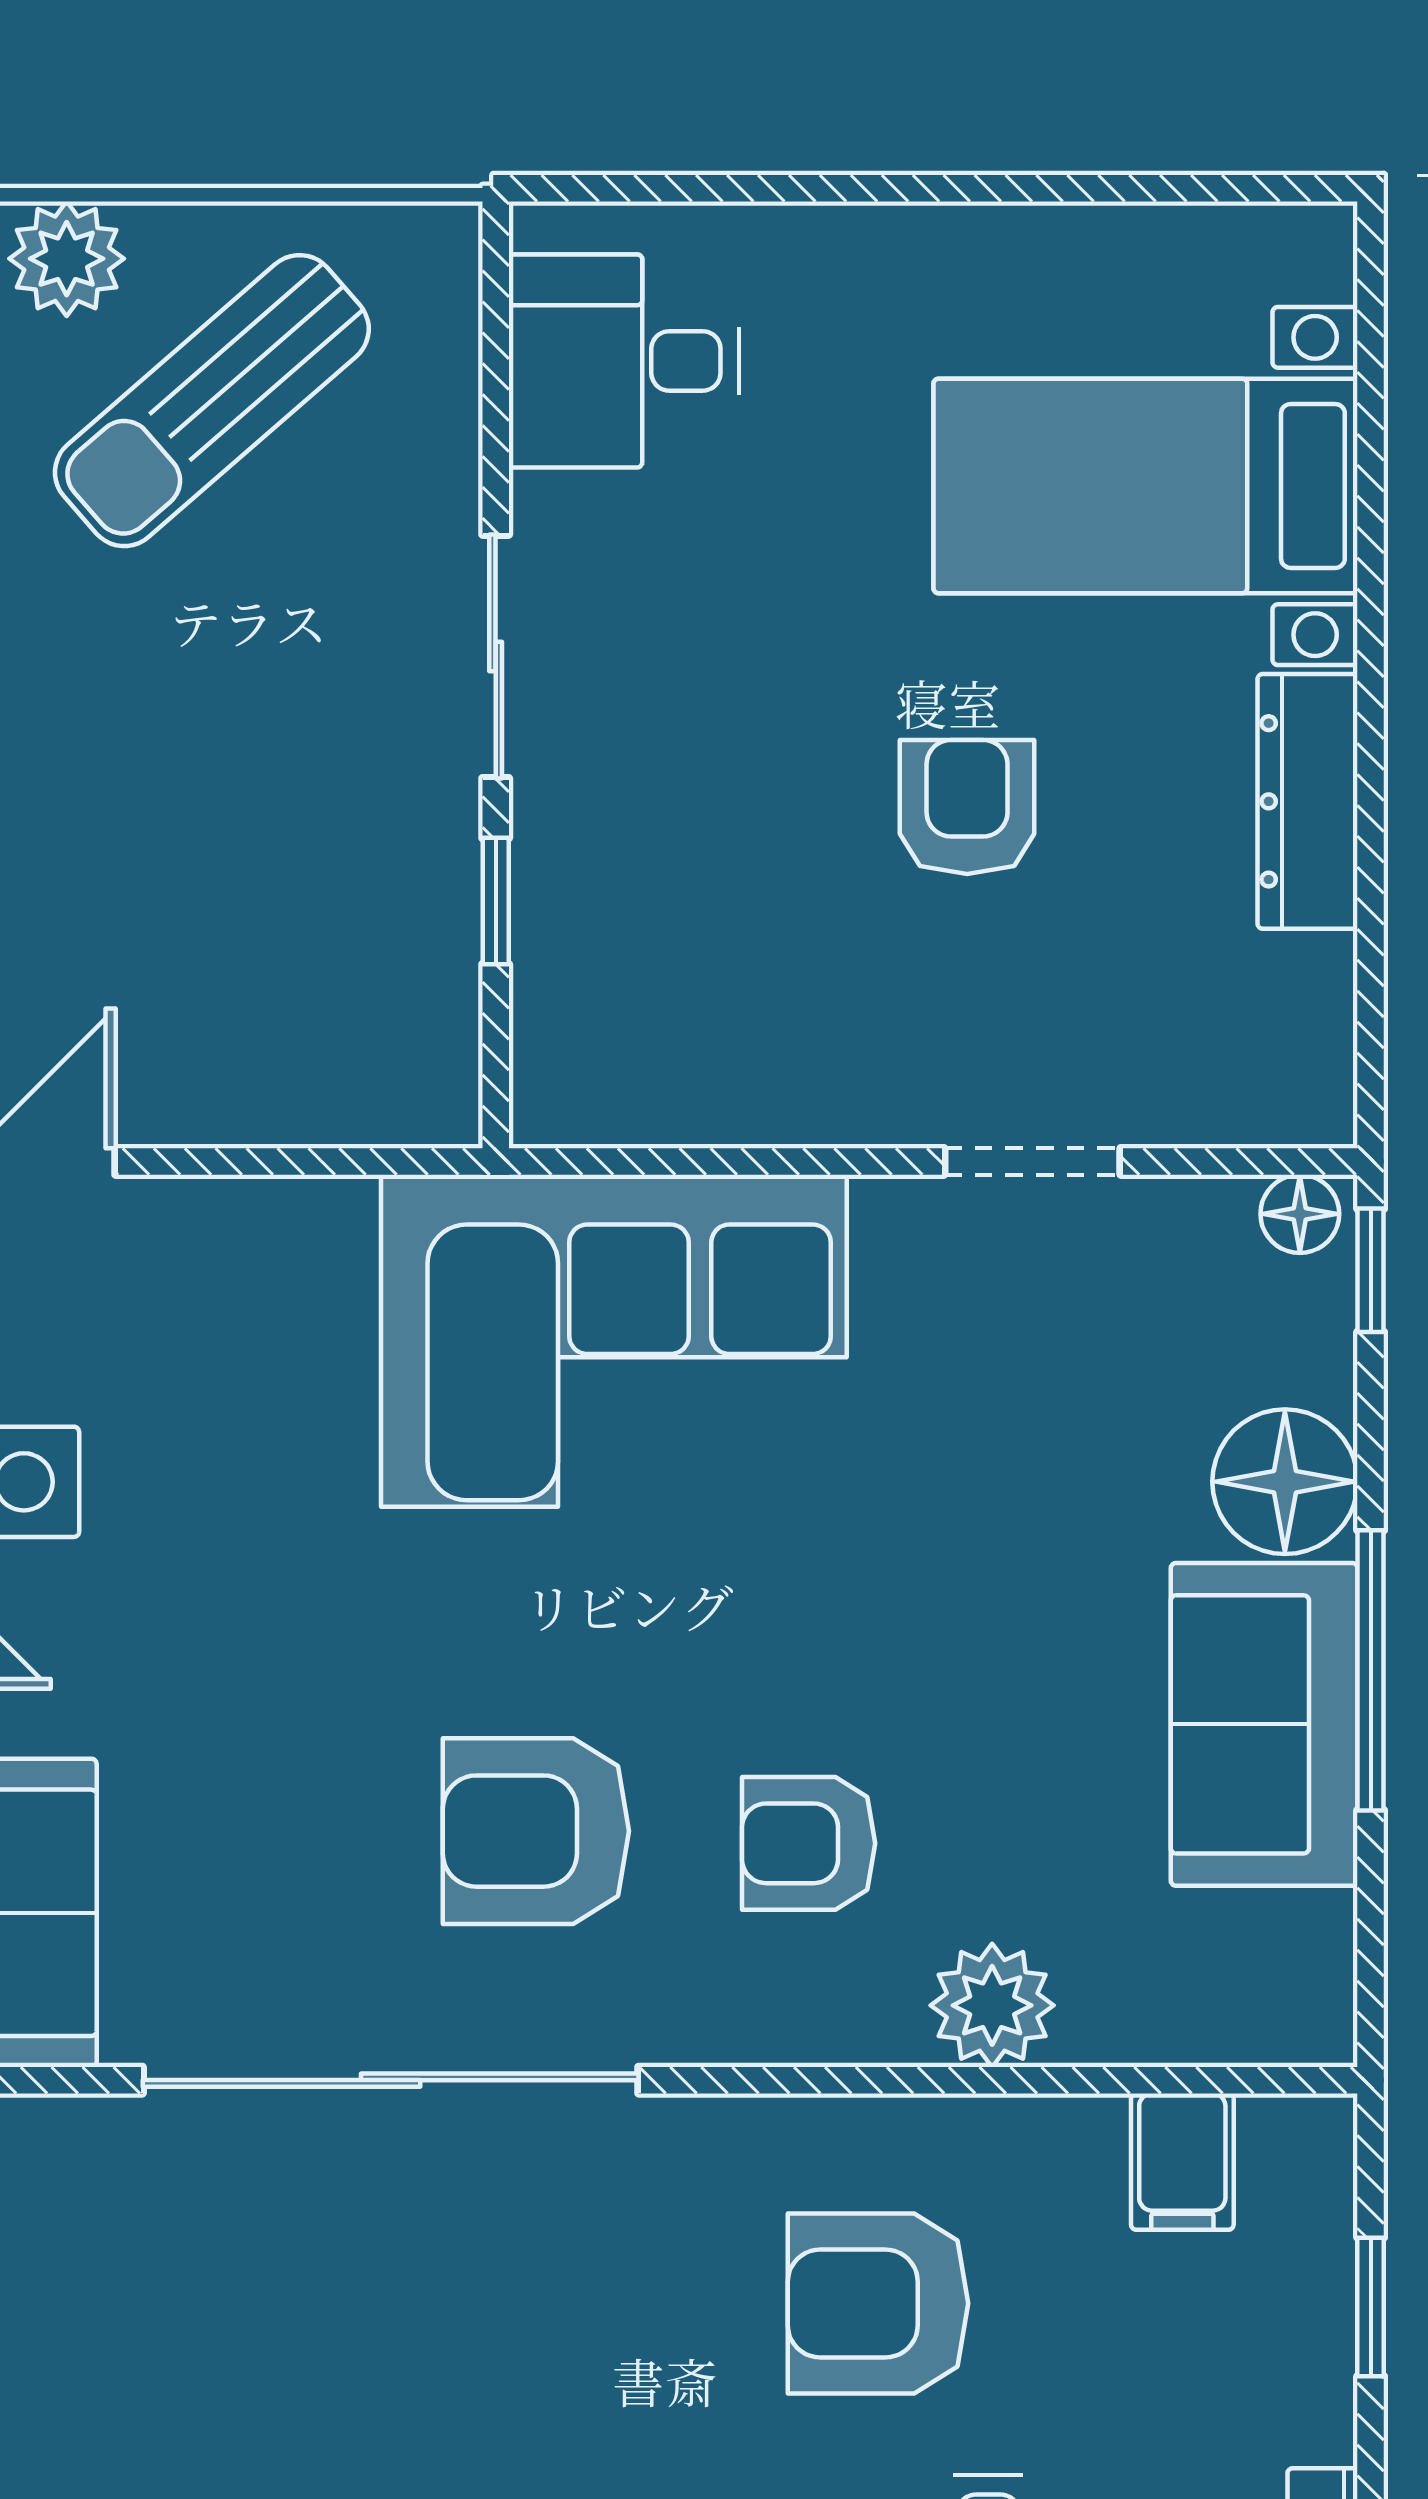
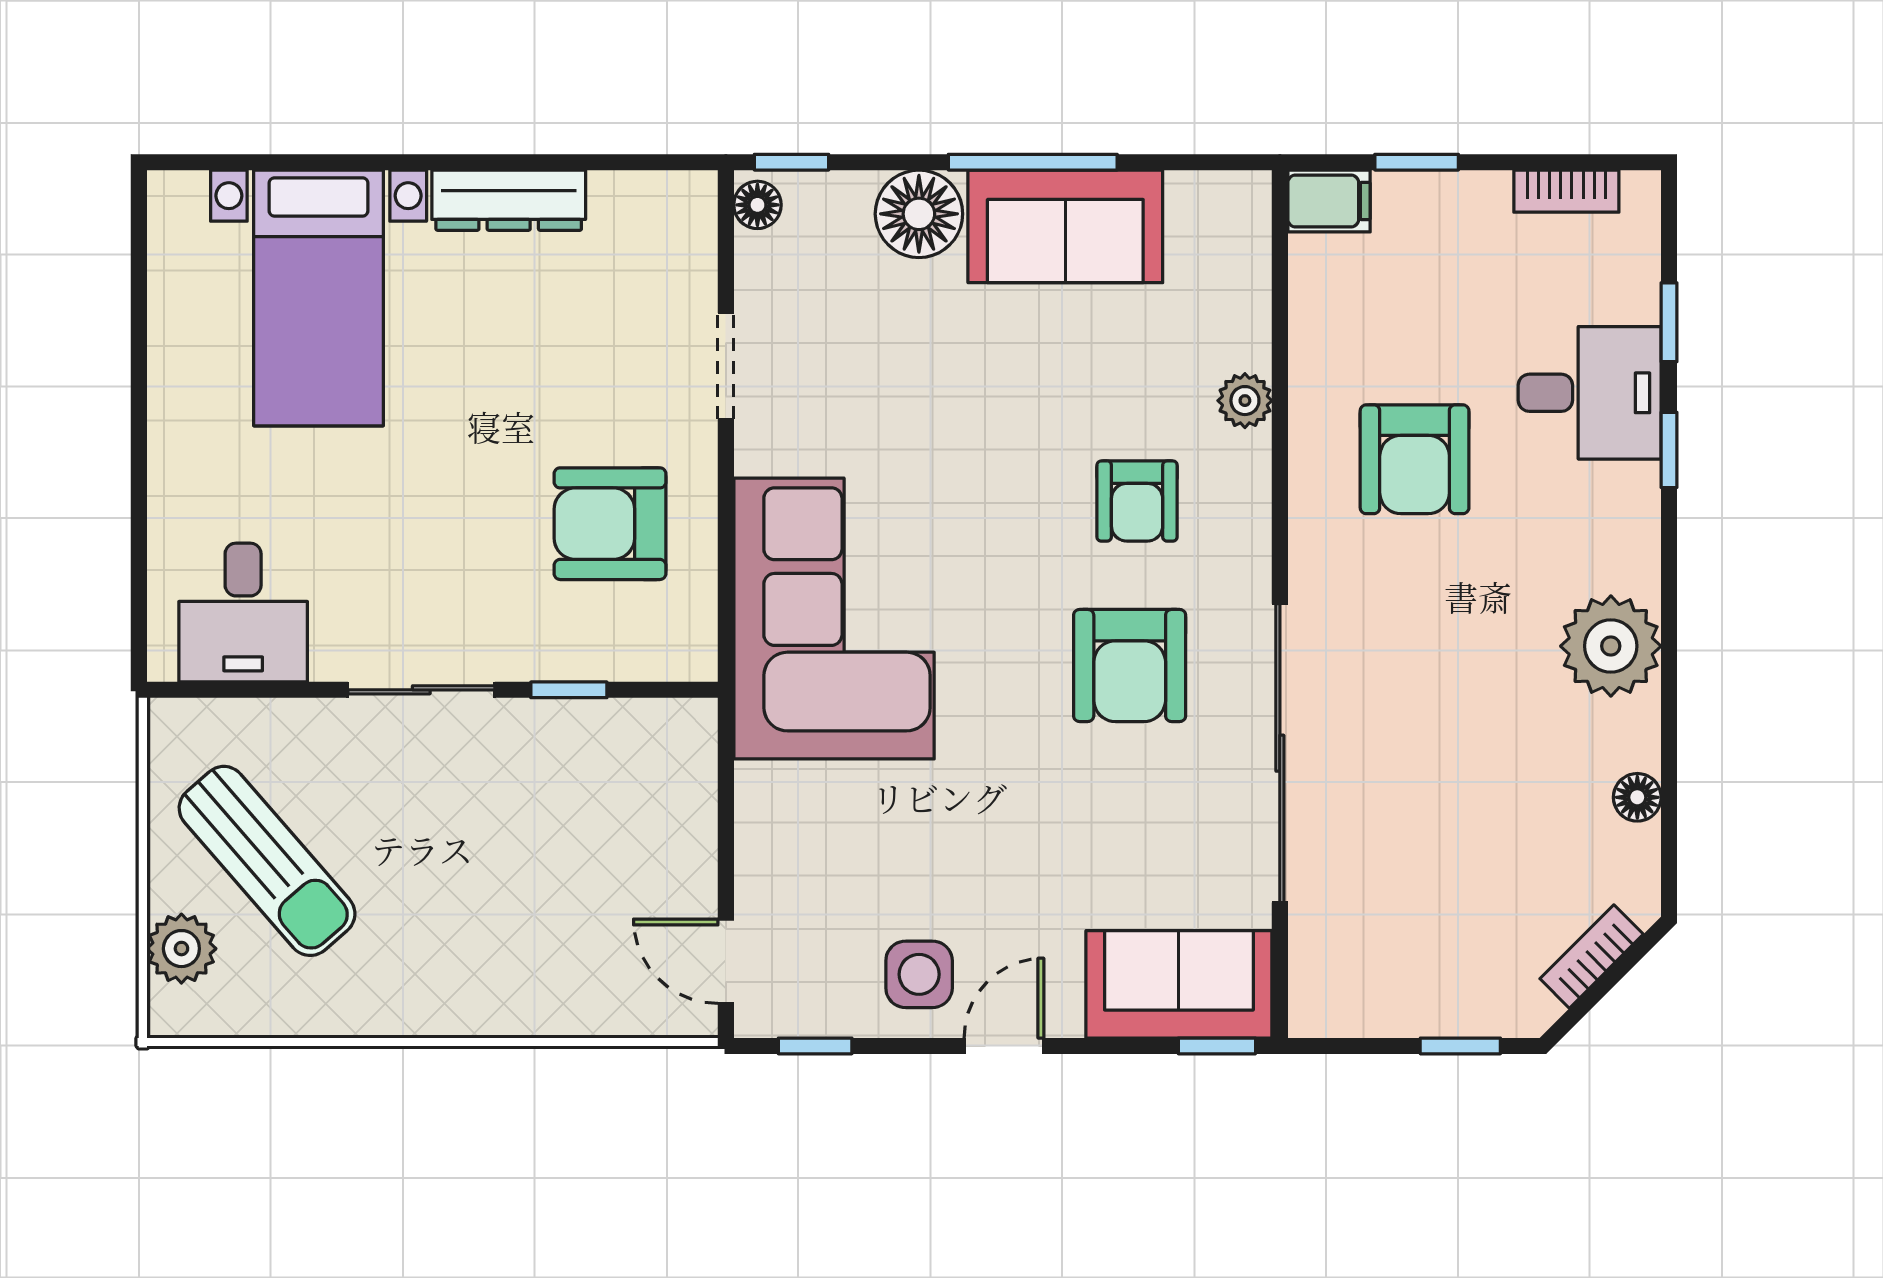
armchair: (967, 807) -> (610, 524), moved, width x1.38, depth x1.38
plant: (992, 2005) -> (1245, 401), width x0.73, depth x0.73
filing cabinet: (1182, 2162) -> (1329, 201), moved

